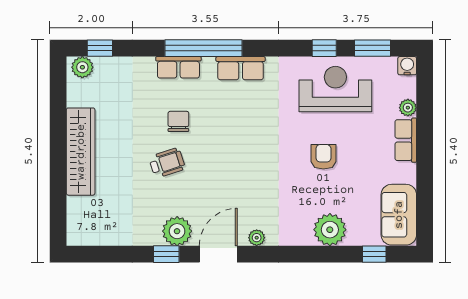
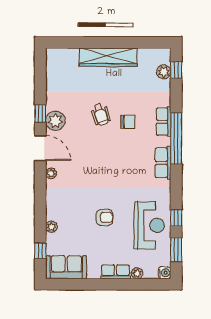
plant: (82, 67) -> (164, 72), moved
plant: (330, 230) -> (51, 227), width x0.53, depth x0.53

